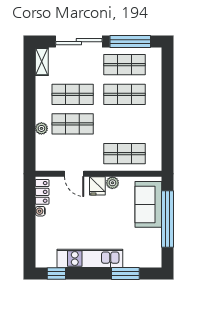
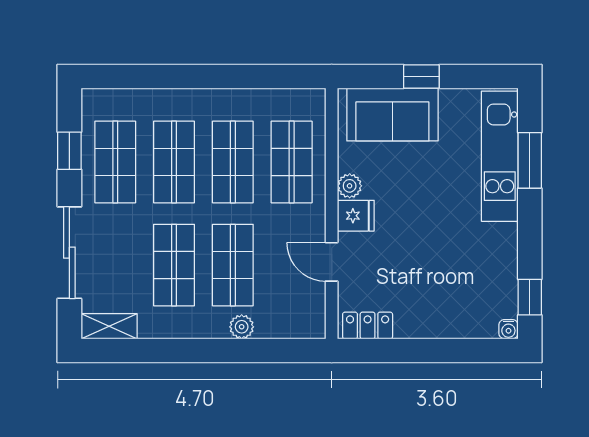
window: (130, 42) -> (69, 151), width x0.46
shop shelf: (125, 124) -> (233, 162), added
door: (74, 174) -> (332, 262), swing flipped
water cooler: (40, 211) -> (508, 329), moved
window: (168, 219) -> (421, 77), width x0.32
kitchen unit: (90, 258) -> (500, 156), moved

